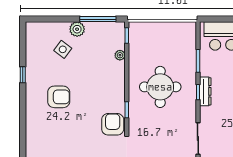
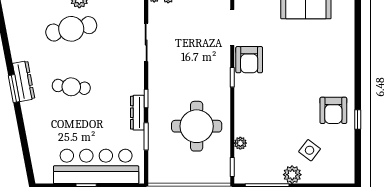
round table: (160, 87) -> (197, 126), moved
dresser: (205, 91) -> (137, 113), moved
armchair: (59, 97) -> (333, 110), moved, turned -90

